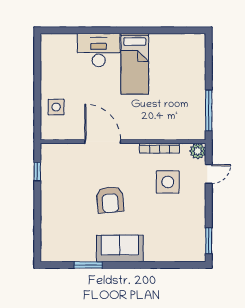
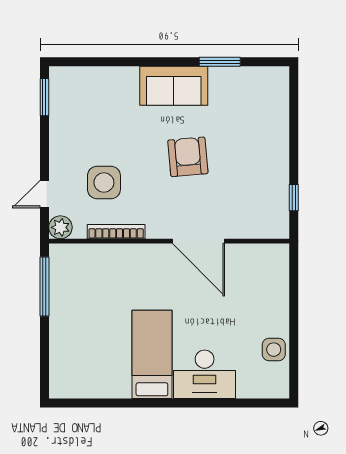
side table: (56, 107) -> (274, 350), moved

